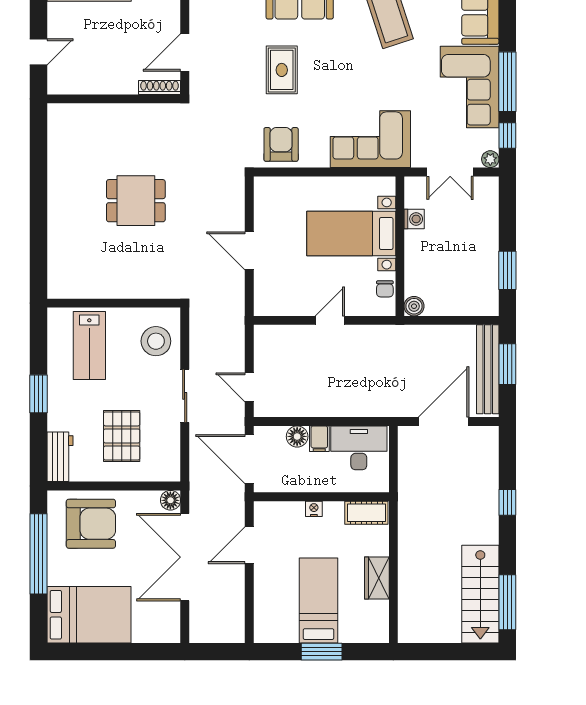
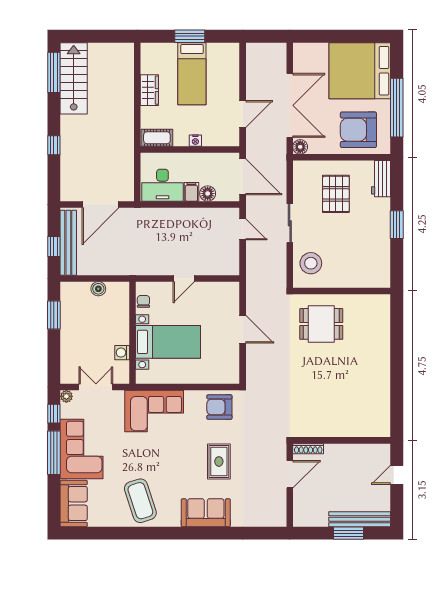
armchair: (281, 144) -> (219, 407), turned 90
dining table: (136, 201) -> (321, 324), moved
boiler: (414, 306) -> (98, 289), moved
lab bench: (89, 346) -> (360, 260), removed
window: (507, 364) -> (54, 246), width x0.67
bed: (89, 615) -> (360, 71), width x1.36

